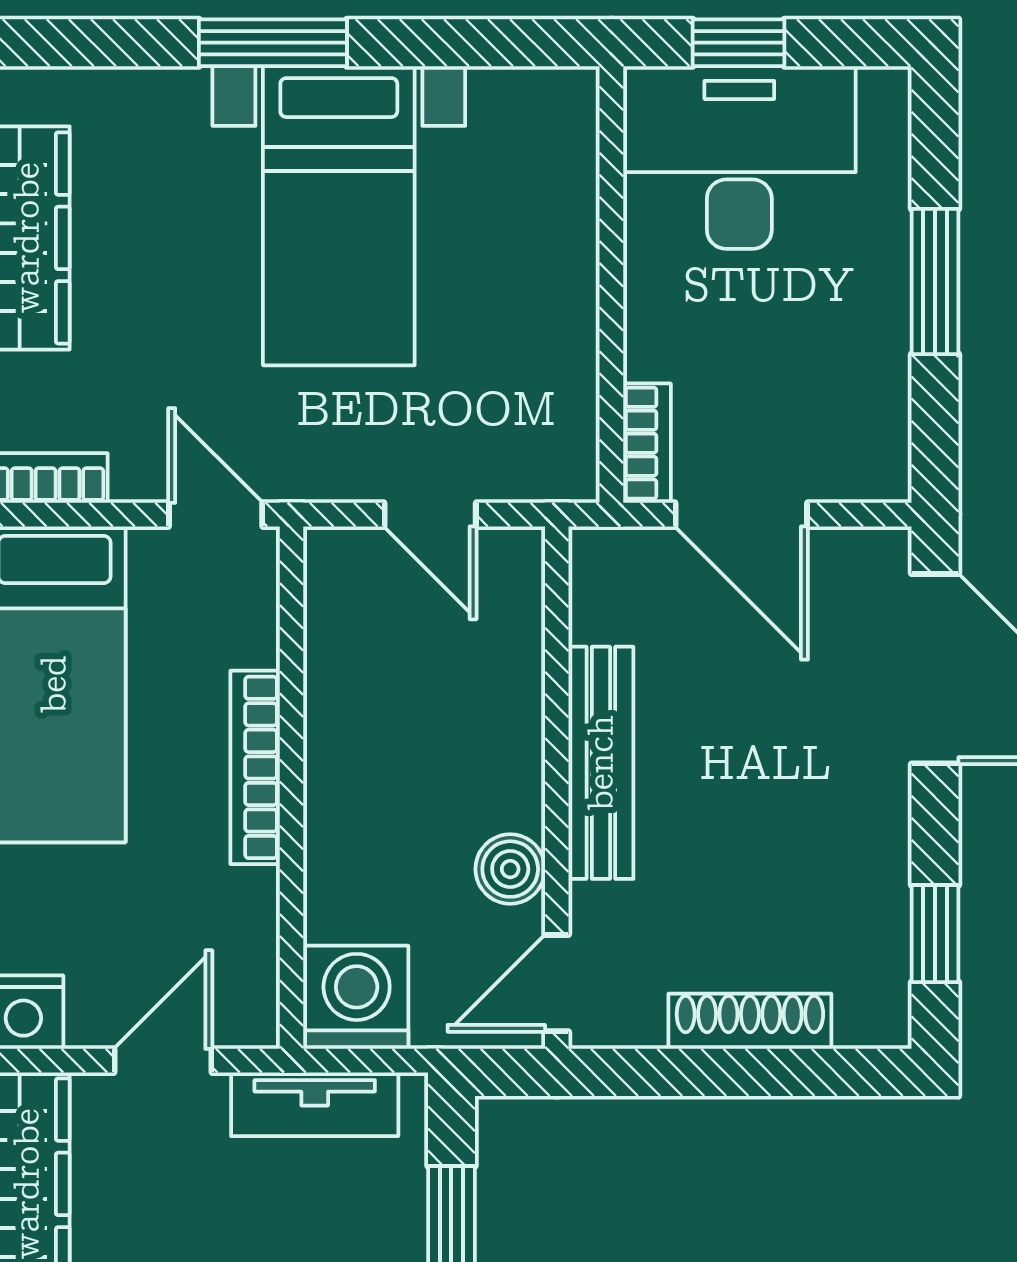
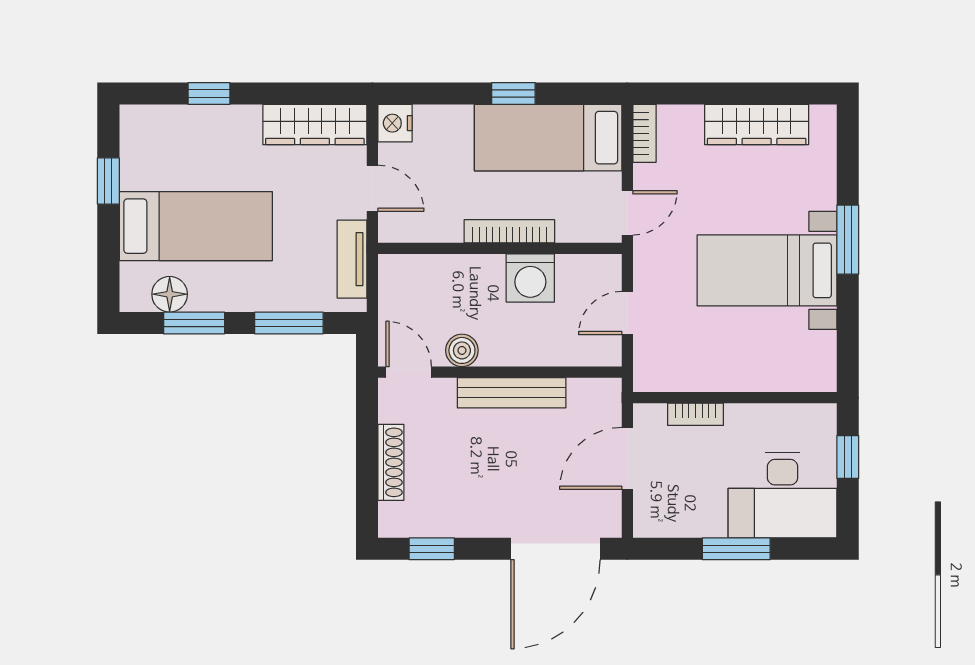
desk: (739, 158) -> (783, 495), moved, turned 90
bookcase: (647, 443) -> (696, 414), moved
washing machine: (357, 997) -> (530, 278), moved, turned 90

